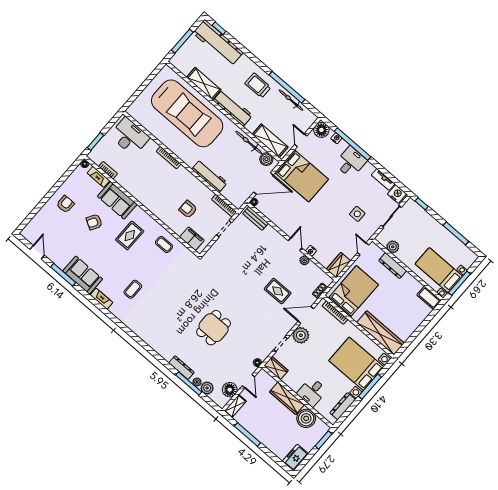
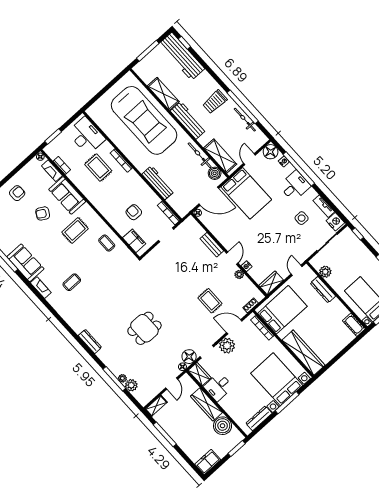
trolley: (258, 85) -> (215, 102), turned -90
rug: (146, 168) -> (98, 168), added
side table: (357, 214) -> (302, 218), moved
bench: (255, 218) -> (212, 245), moved
dresser: (181, 368) -> (90, 341), moved
floor lamp: (230, 390) -> (189, 357), moved
desk: (312, 392) -> (218, 387), moved

